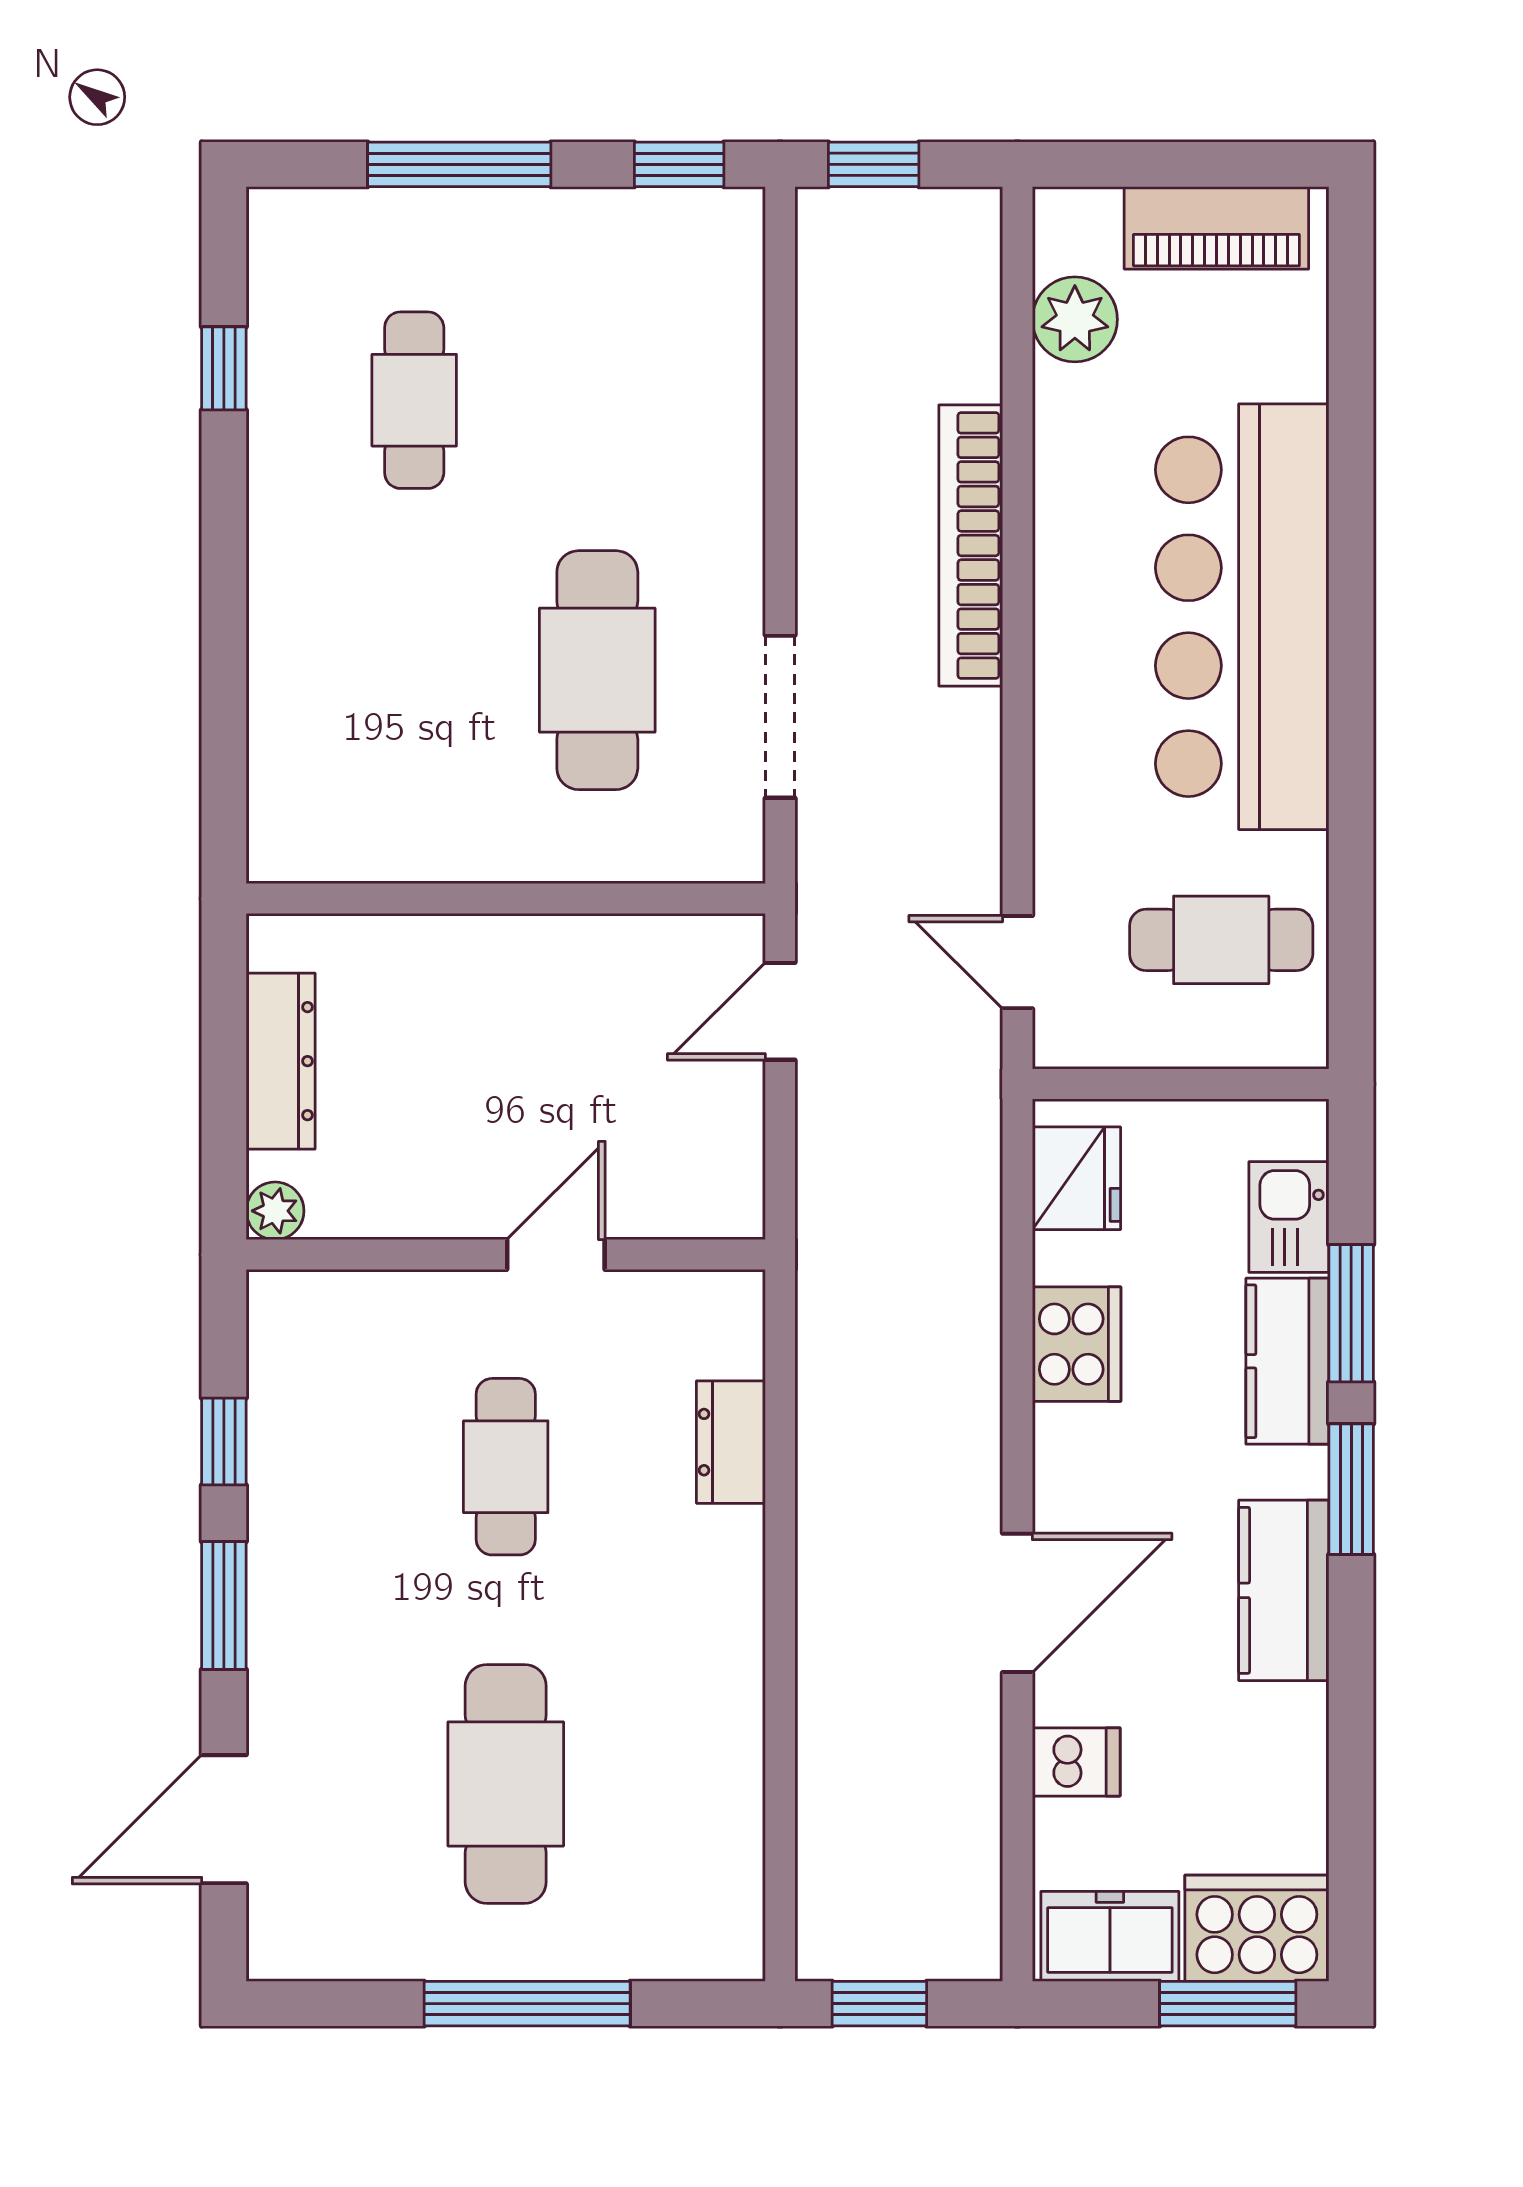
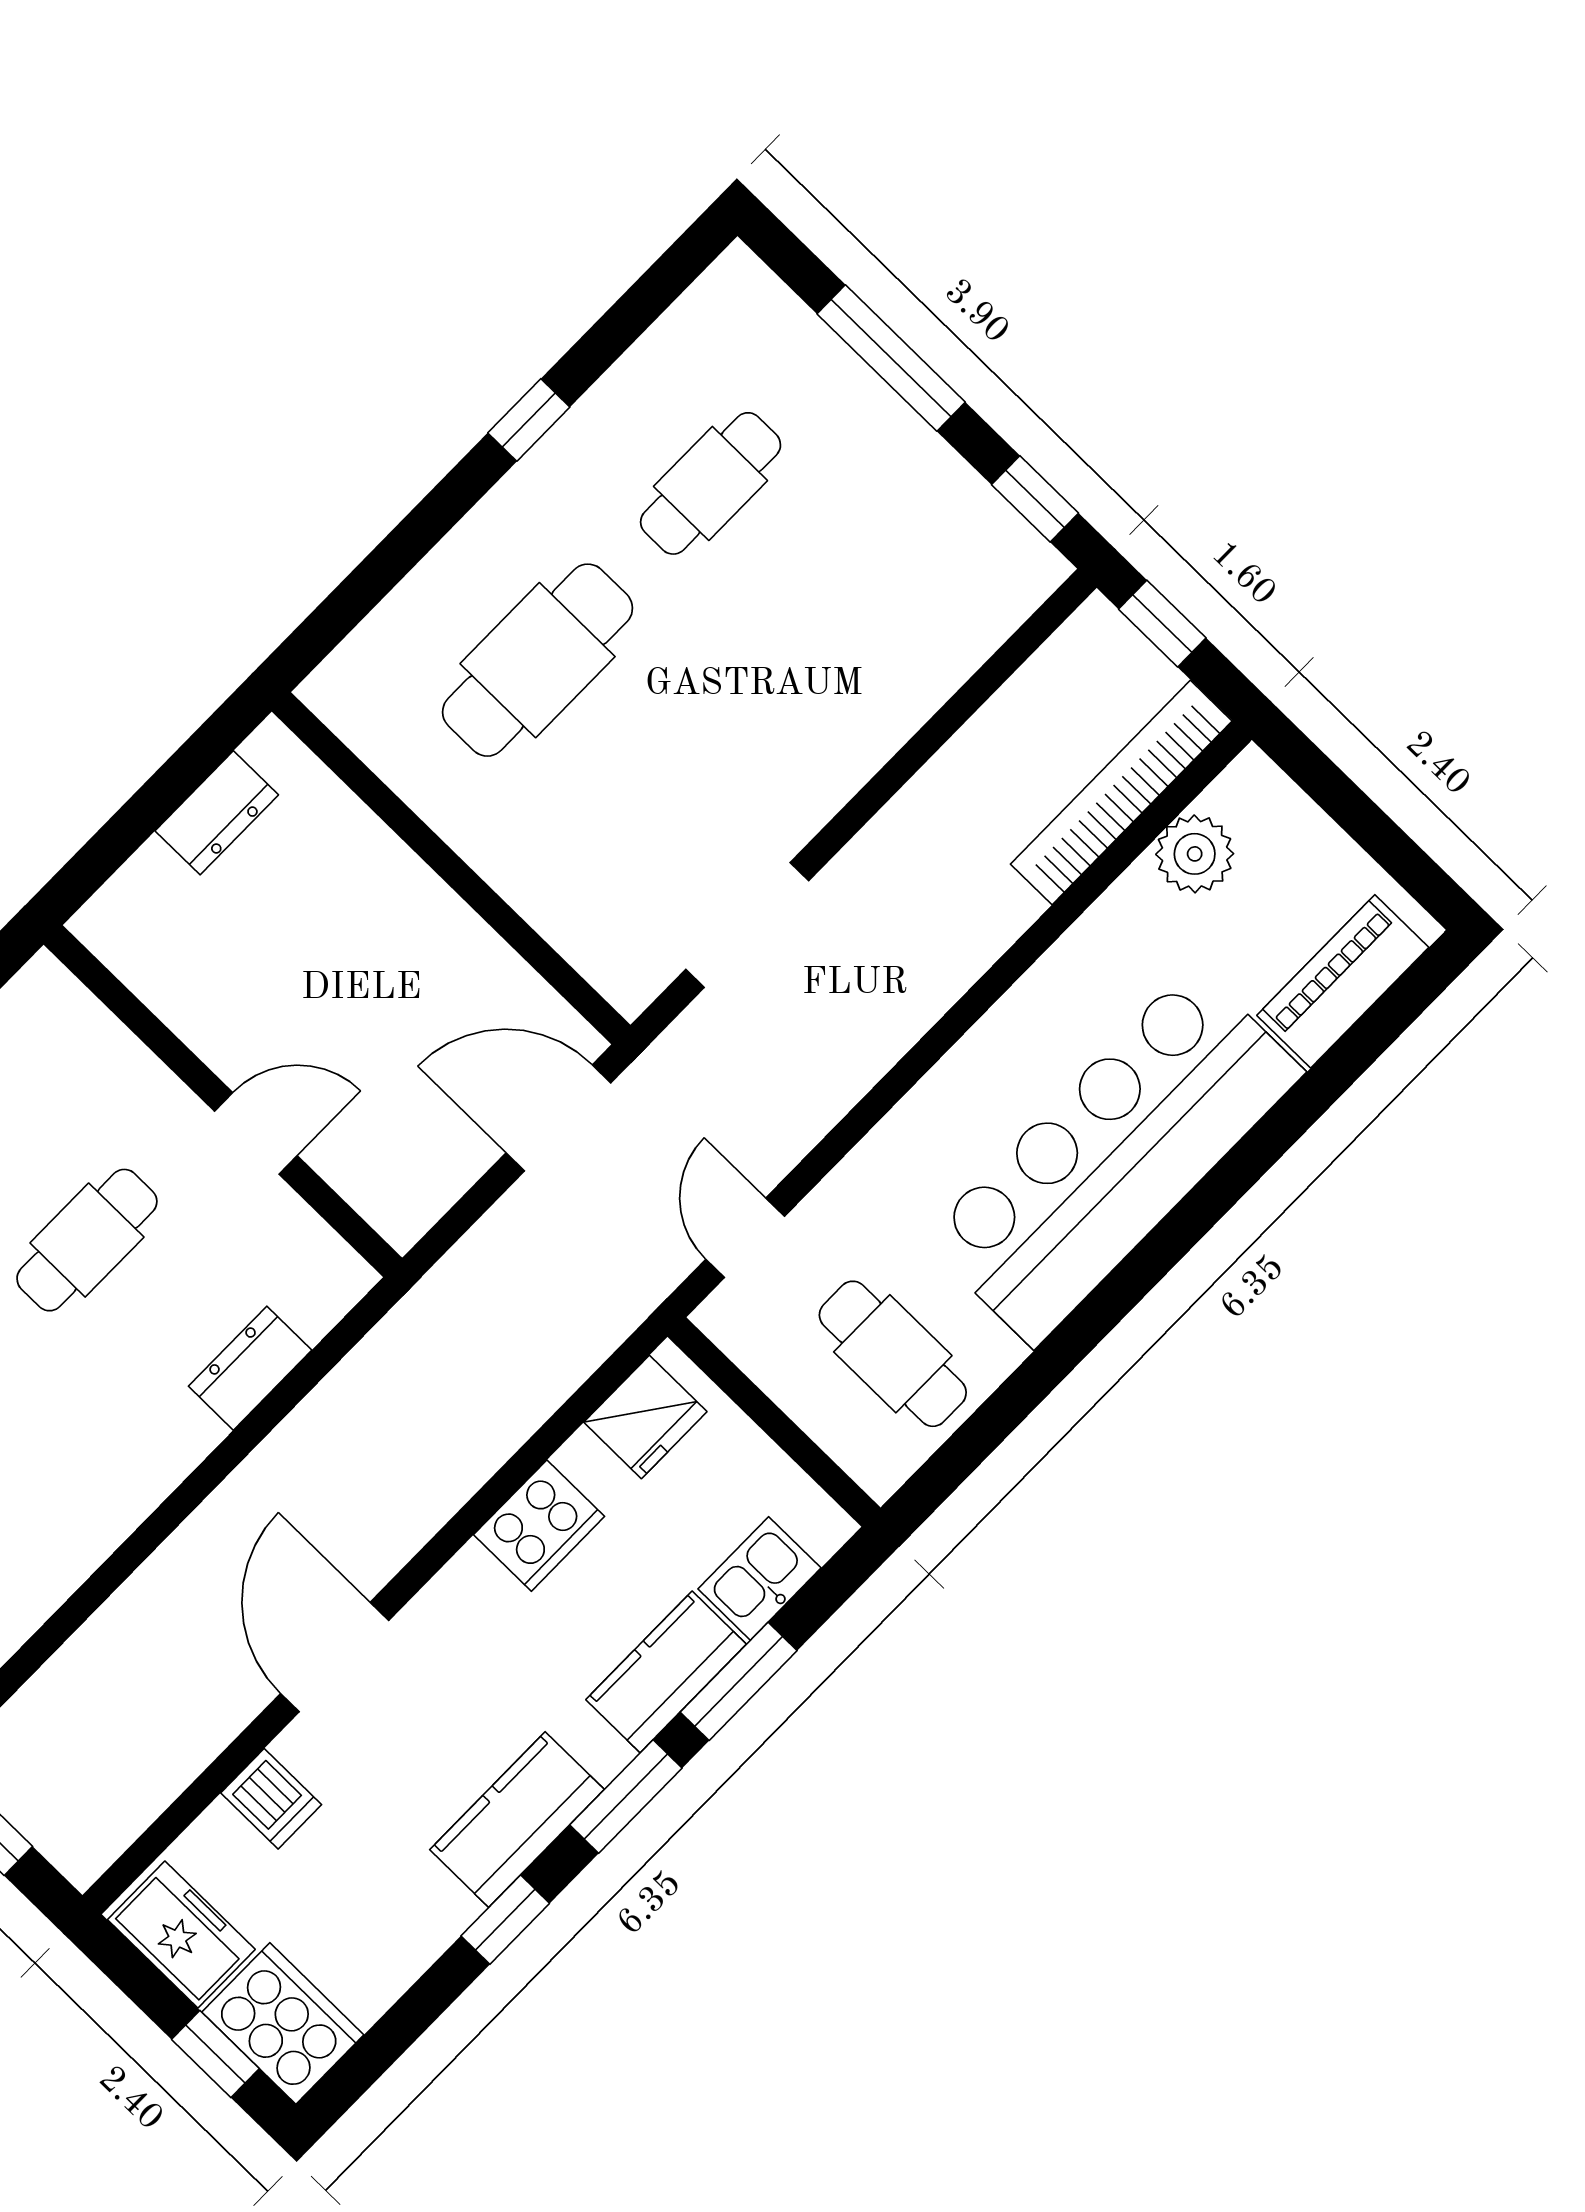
piano: (1216, 228) -> (1343, 981), moved, turned 90
window: (224, 368) -> (529, 420), moved
bookcase: (971, 546) -> (1121, 793), moved
cafe table: (597, 670) -> (538, 660), moved
door: (780, 1011) -> (558, 1118), width x1.38
dresser: (281, 1061) -> (217, 813), width x0.70
plant: (275, 1211) -> (100, 925), removed
door: (1017, 1603) -> (335, 1657), swing flipped
window: (1351, 1677) -> (505, 1920), added
window: (1228, 2004) -> (215, 2054), width x0.67

